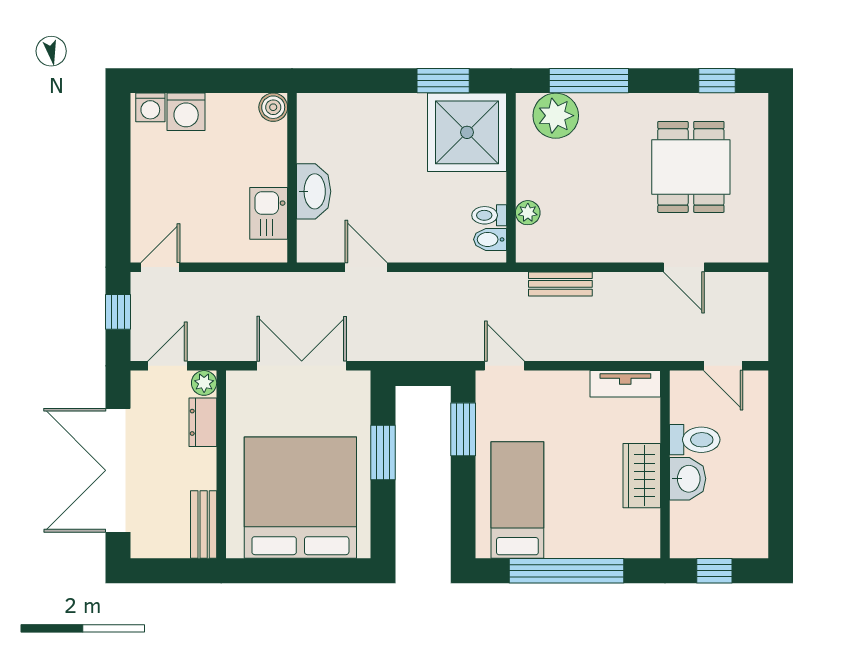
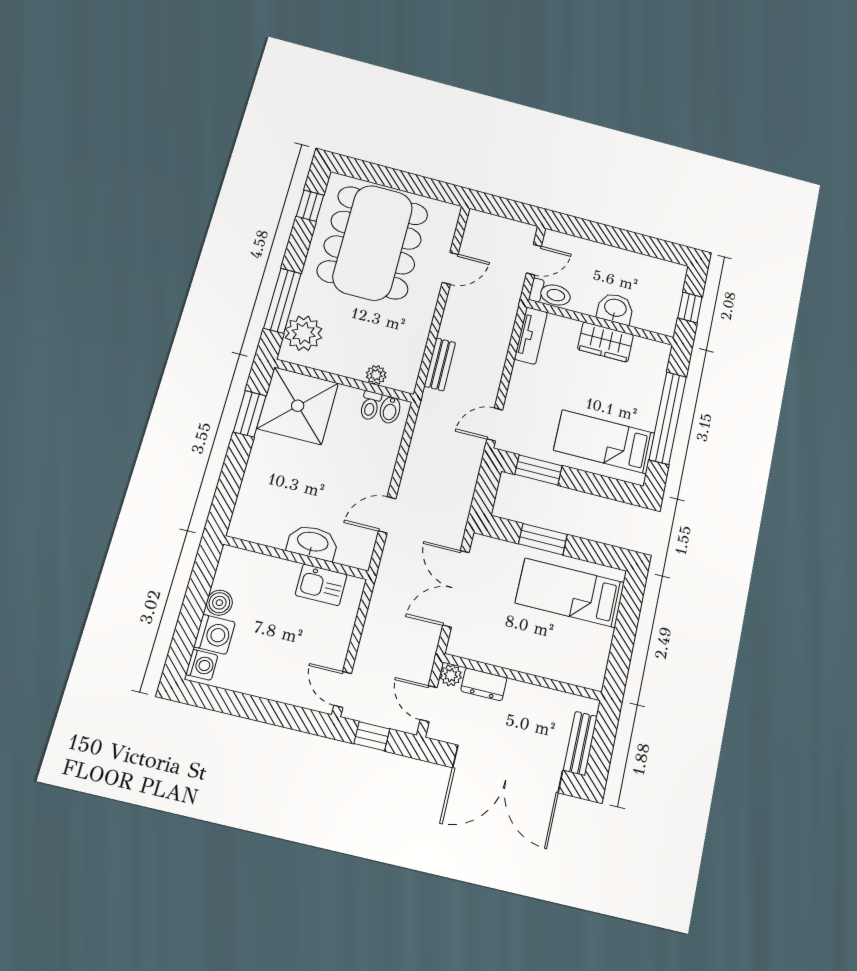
boiler: (273, 107) -> (219, 603), moved
dining table: (691, 167) -> (373, 243), width x1.88, depth x1.24
toilet: (695, 440) -> (550, 294), moved, turned 90
bed: (300, 498) -> (570, 593), width x0.49
bench: (204, 525) -> (580, 743), moved, turned 90

